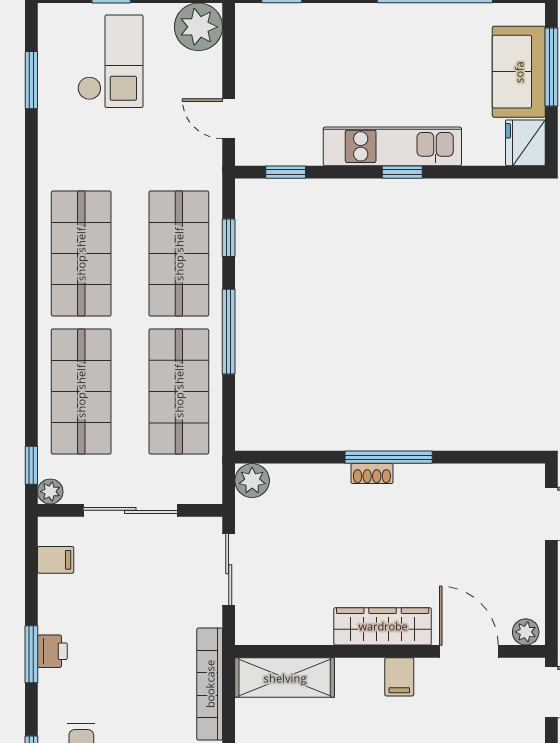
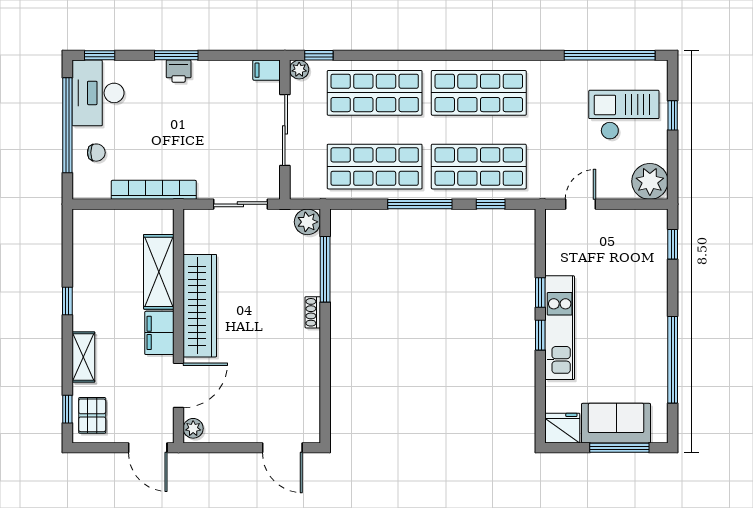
checkout: (110, 61) -> (624, 115), turned 180
window: (31, 80) -> (610, 55), width x2.11
window: (286, 172) -> (540, 292), moved
window: (389, 457) -> (325, 269), moved
filing cabinet: (56, 560) -> (267, 70), moved, turned 90
wardrobe: (383, 626) -> (200, 306), width x1.40, depth x1.17
filing cabinet: (399, 677) -> (159, 333), width x2.00
shelving: (285, 678) -> (159, 272), moved

